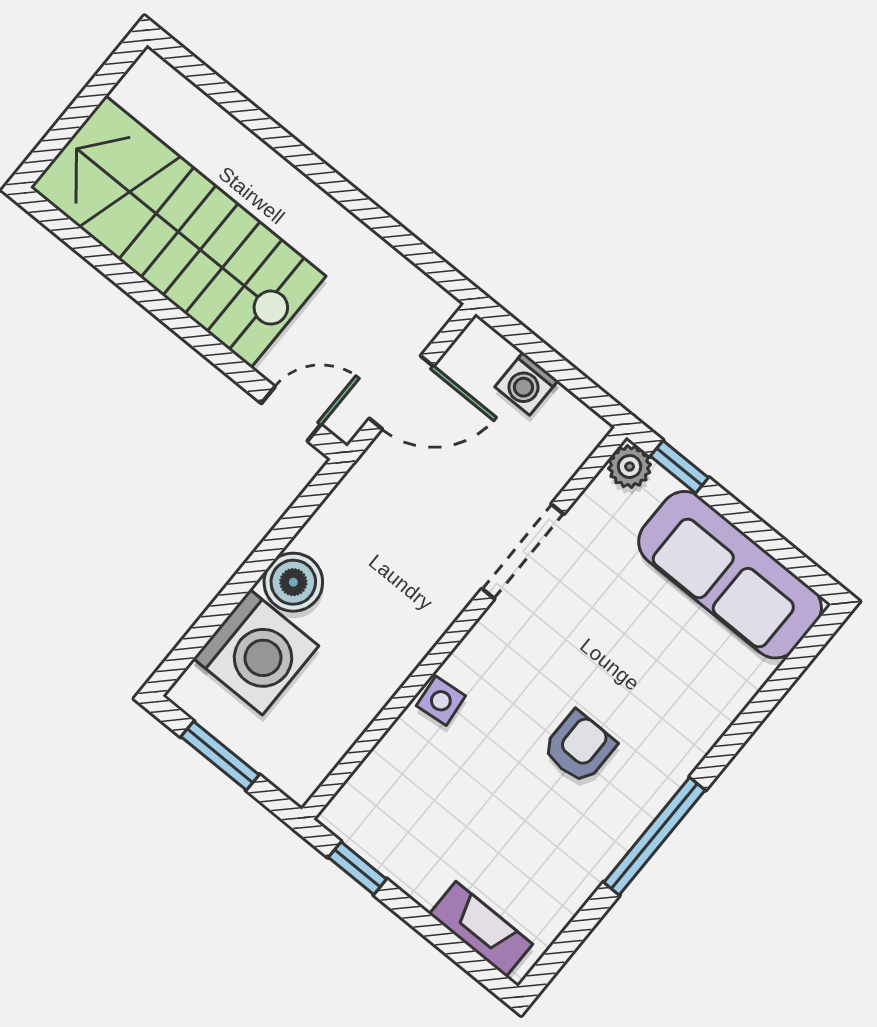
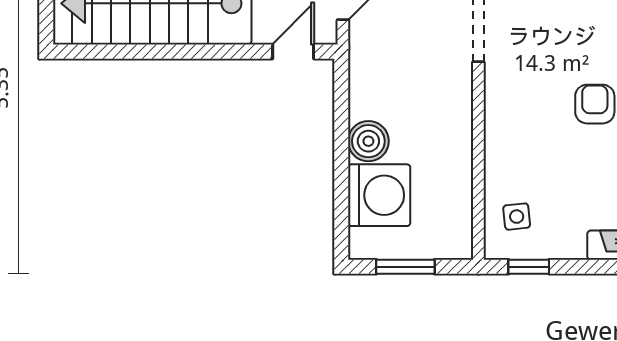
side table: (441, 701) -> (517, 217), moved

